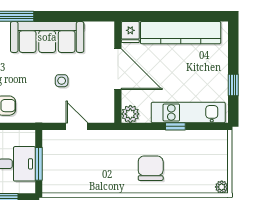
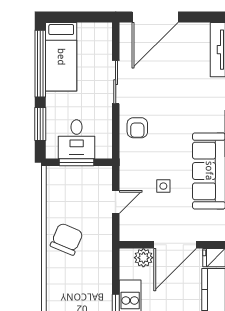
plant: (130, 114) -> (143, 258), moved
chair: (151, 168) -> (67, 239), moved, turned -67

